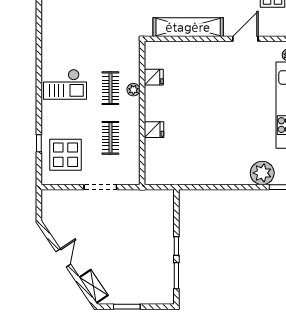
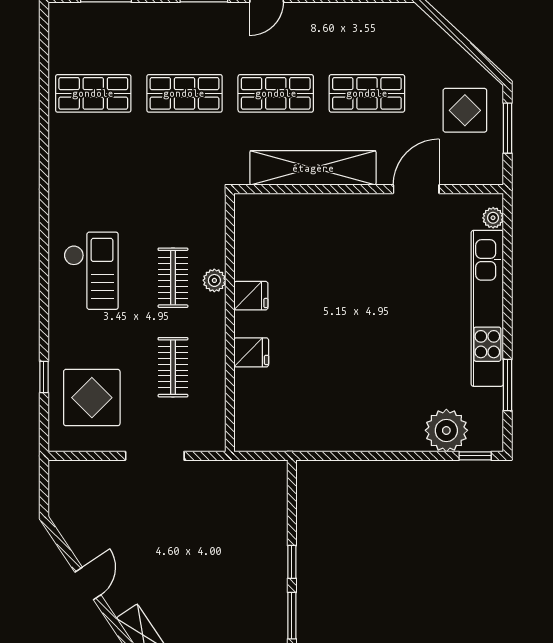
fridge: (154, 77) -> (251, 296), moved
checkout: (65, 84) -> (91, 271), turned -90

